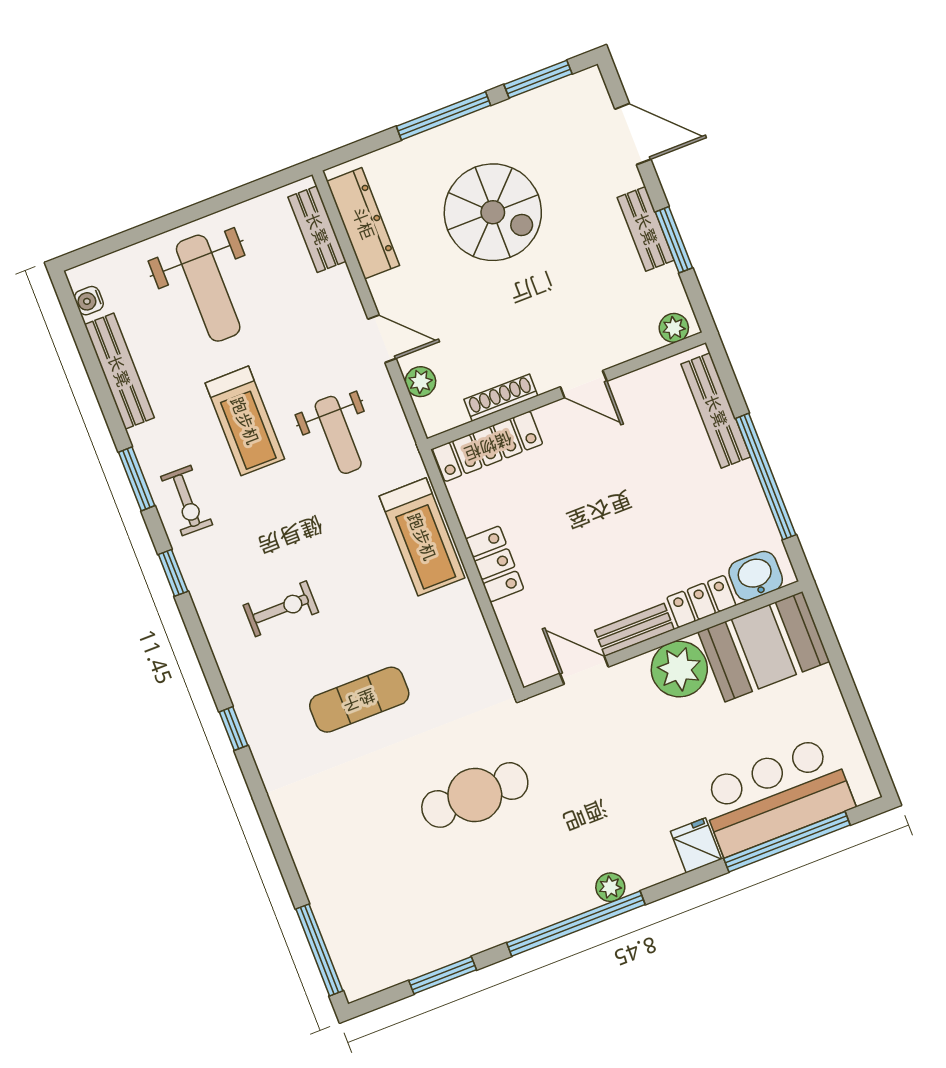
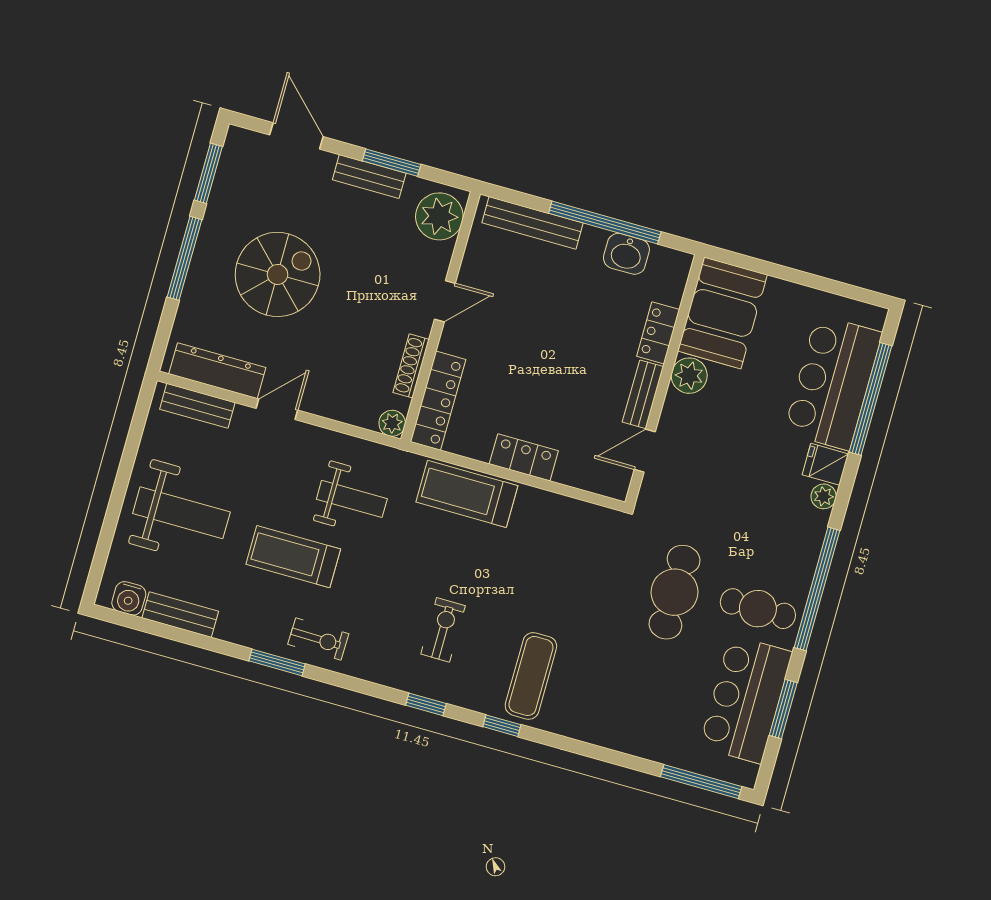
door: (633, 134) -> (296, 136), hinge flipped
water cooler: (89, 301) -> (129, 598), width x1.38, depth x1.38
plant: (674, 328) -> (439, 216), width x1.88, depth x1.88
door: (382, 339) -> (277, 409), moved
bench: (119, 371) -> (180, 615), width x0.73
plant: (420, 382) -> (392, 423), moved
treadmill: (245, 421) -> (293, 557), turned 180
treadmill: (422, 537) -> (467, 494), turned 180
window: (173, 573) -> (426, 704), moved
washbasin: (756, 576) -> (626, 254), moved, turned -90
plant: (679, 669) -> (689, 376), width x0.73, depth x0.73
exercise mat: (359, 700) -> (531, 676), moved
cafe table: (517, 883) -> (758, 609), added
plant: (610, 887) -> (824, 496), moved
bar counter: (426, 934) -> (746, 699), added

